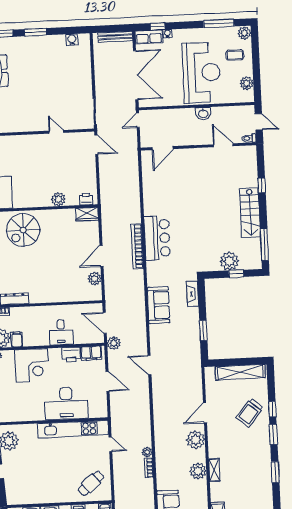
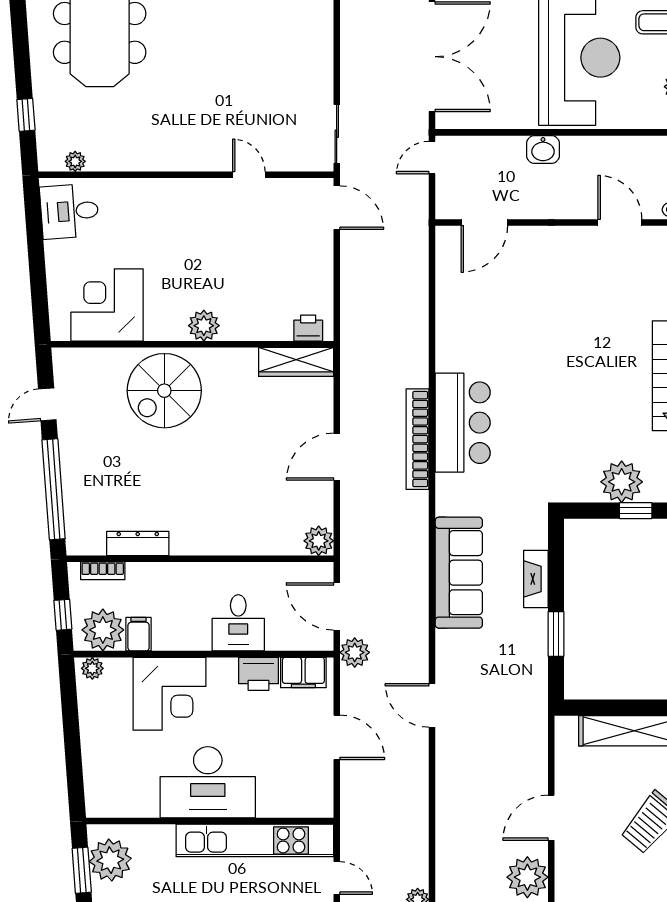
washbasin: (203, 114) -> (543, 149), moved
plant: (58, 199) -> (204, 326), moved
wardrobe: (87, 214) -> (296, 362), width x1.50
plant: (95, 279) -> (319, 541), moved
fireplace: (193, 294) -> (536, 579), moved
sofa: (159, 305) -> (459, 573), width x1.36
desk: (66, 403) -> (208, 782), moved

